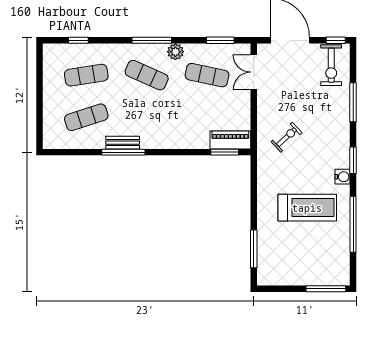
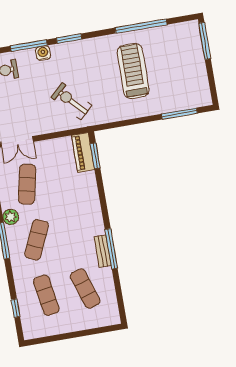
exercise bike: (287, 137) -> (72, 101), width x1.38, depth x1.39
window: (353, 160) -> (69, 39), moved
water cooler: (343, 177) -> (43, 53), moved

